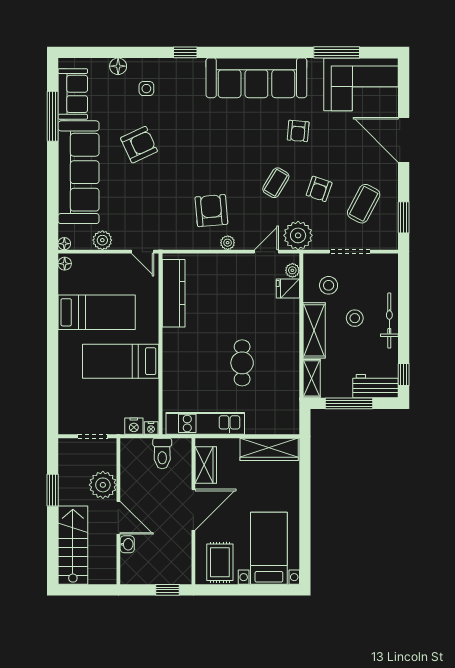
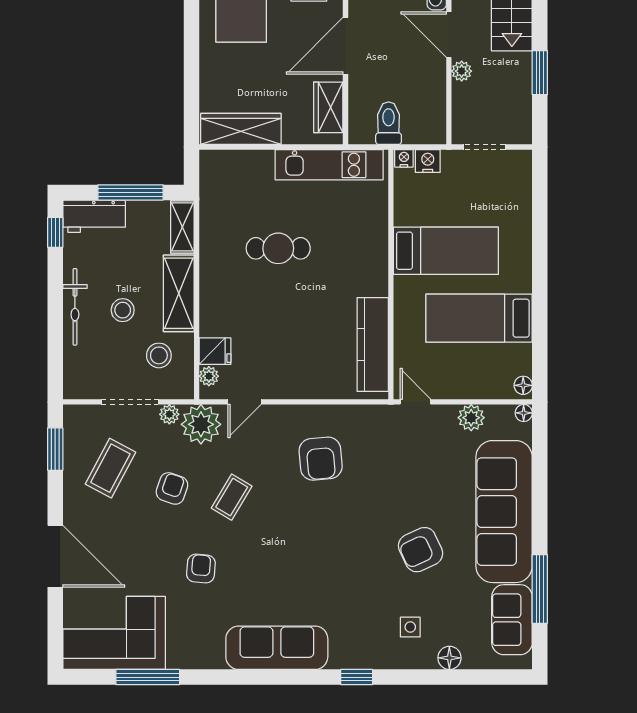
sofa: (256, 78) -> (277, 648), width x0.74, depth x0.79
plant: (228, 243) -> (169, 414), moved
cafe table: (242, 363) -> (278, 248), turned 90
plant: (103, 485) -> (462, 71), width x0.53, depth x0.53

